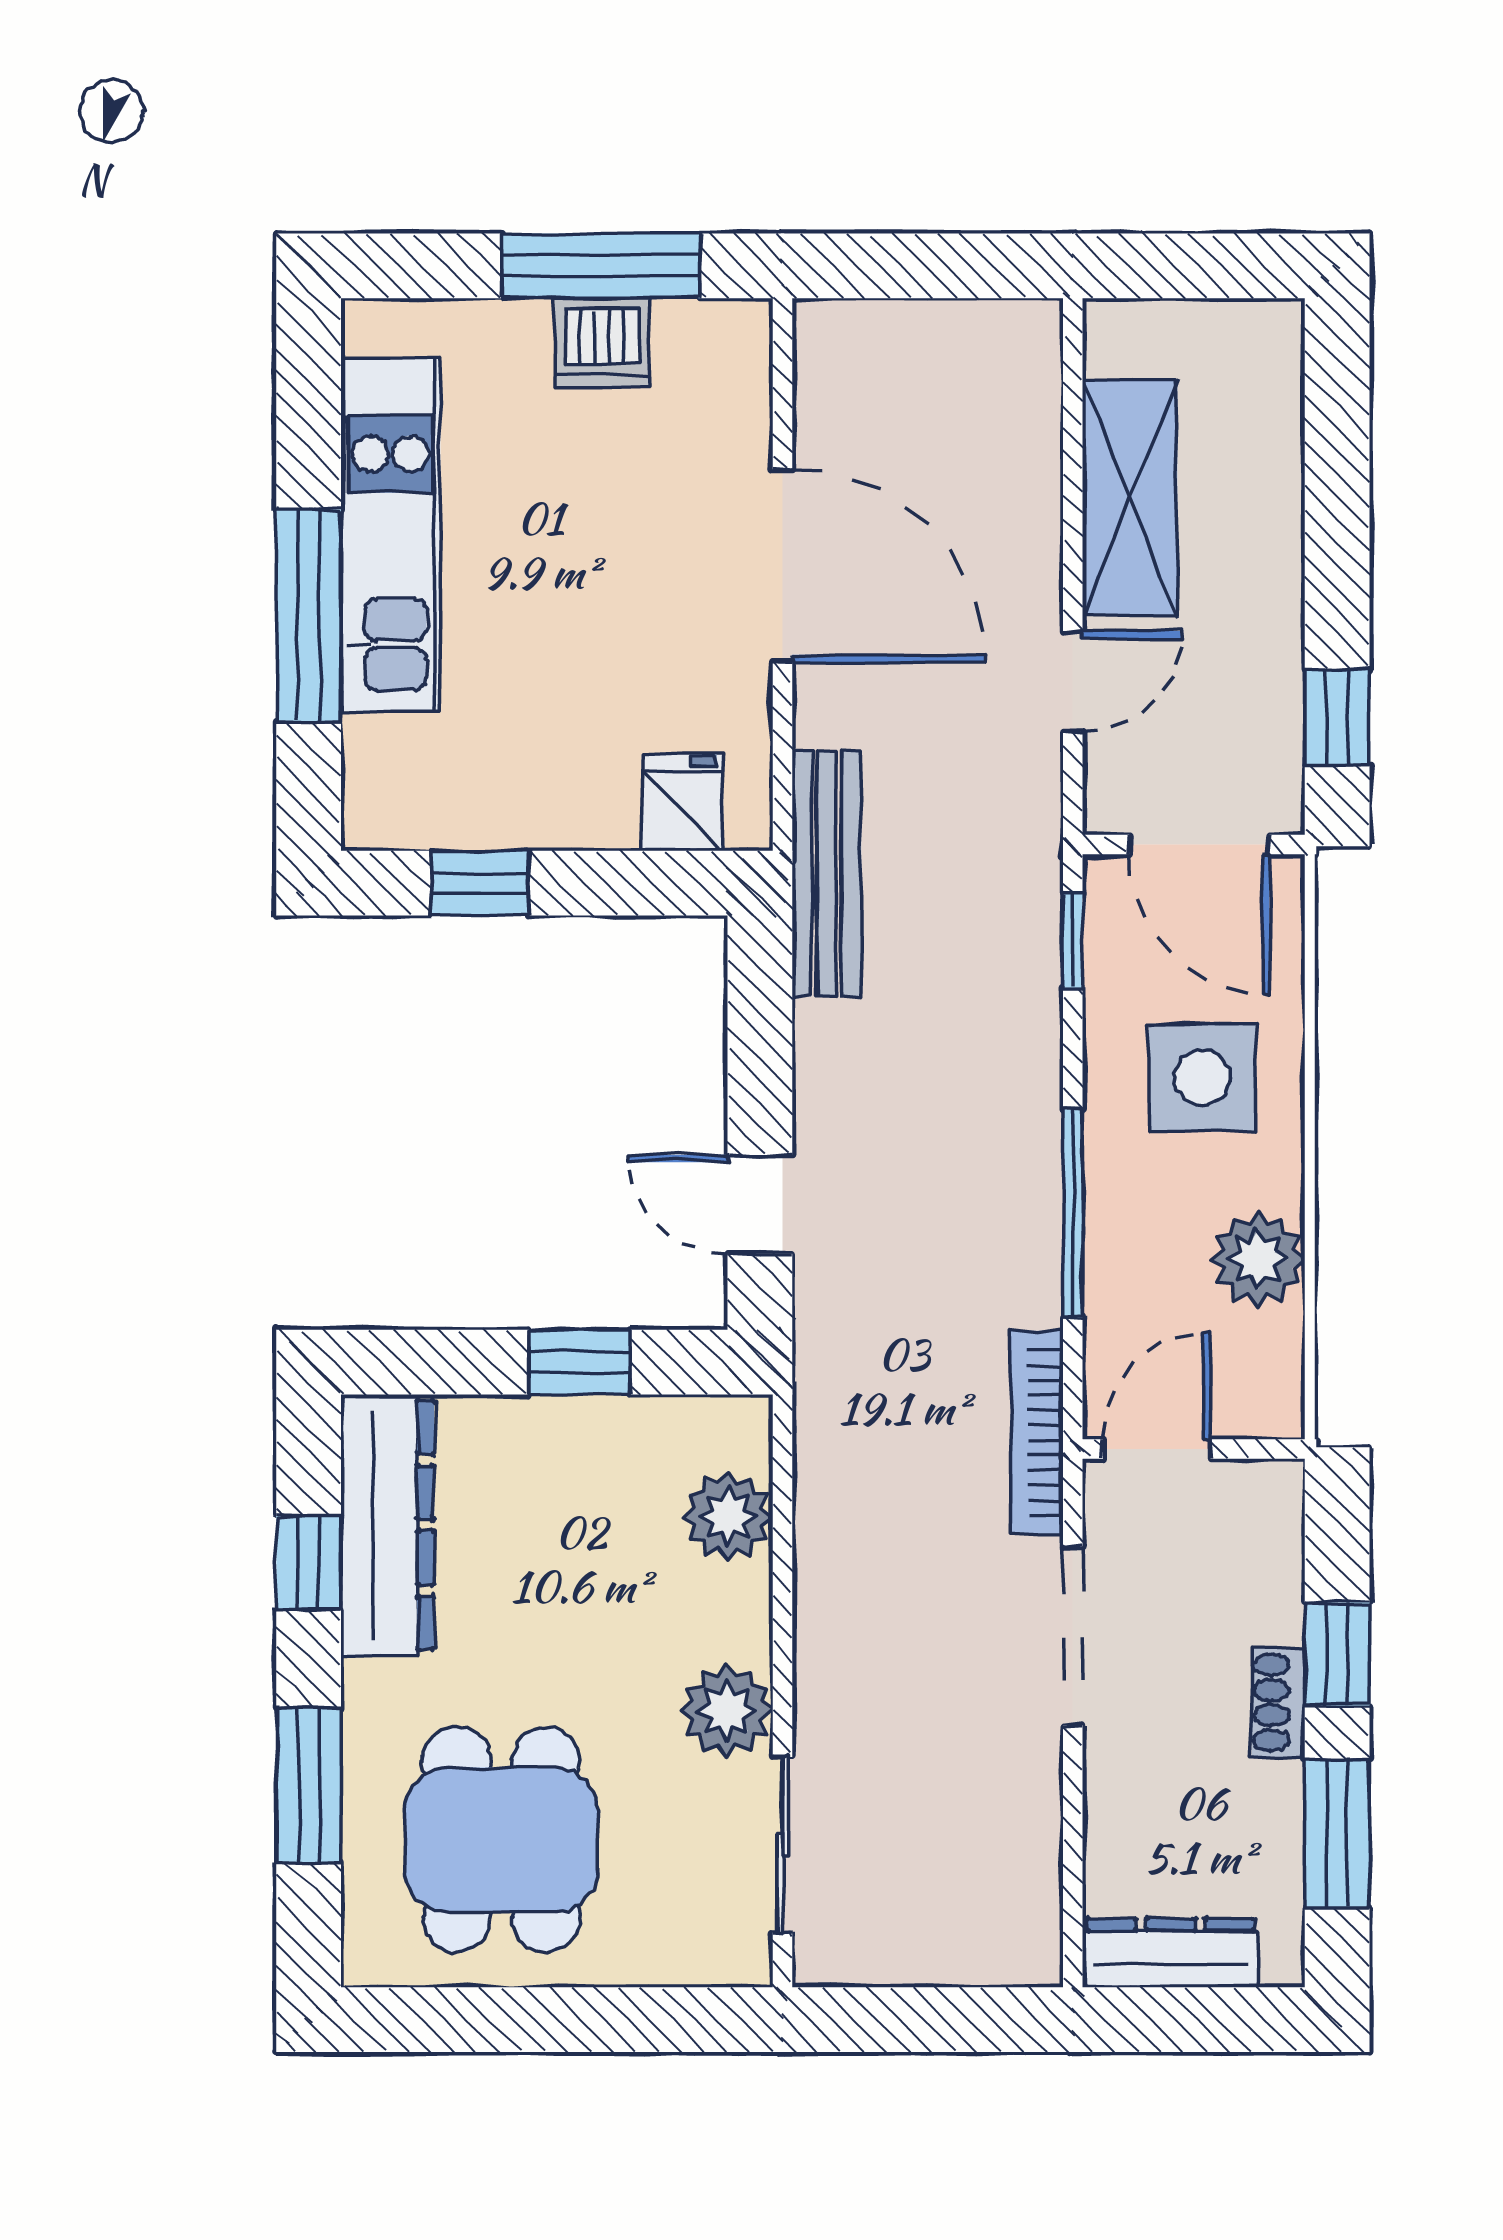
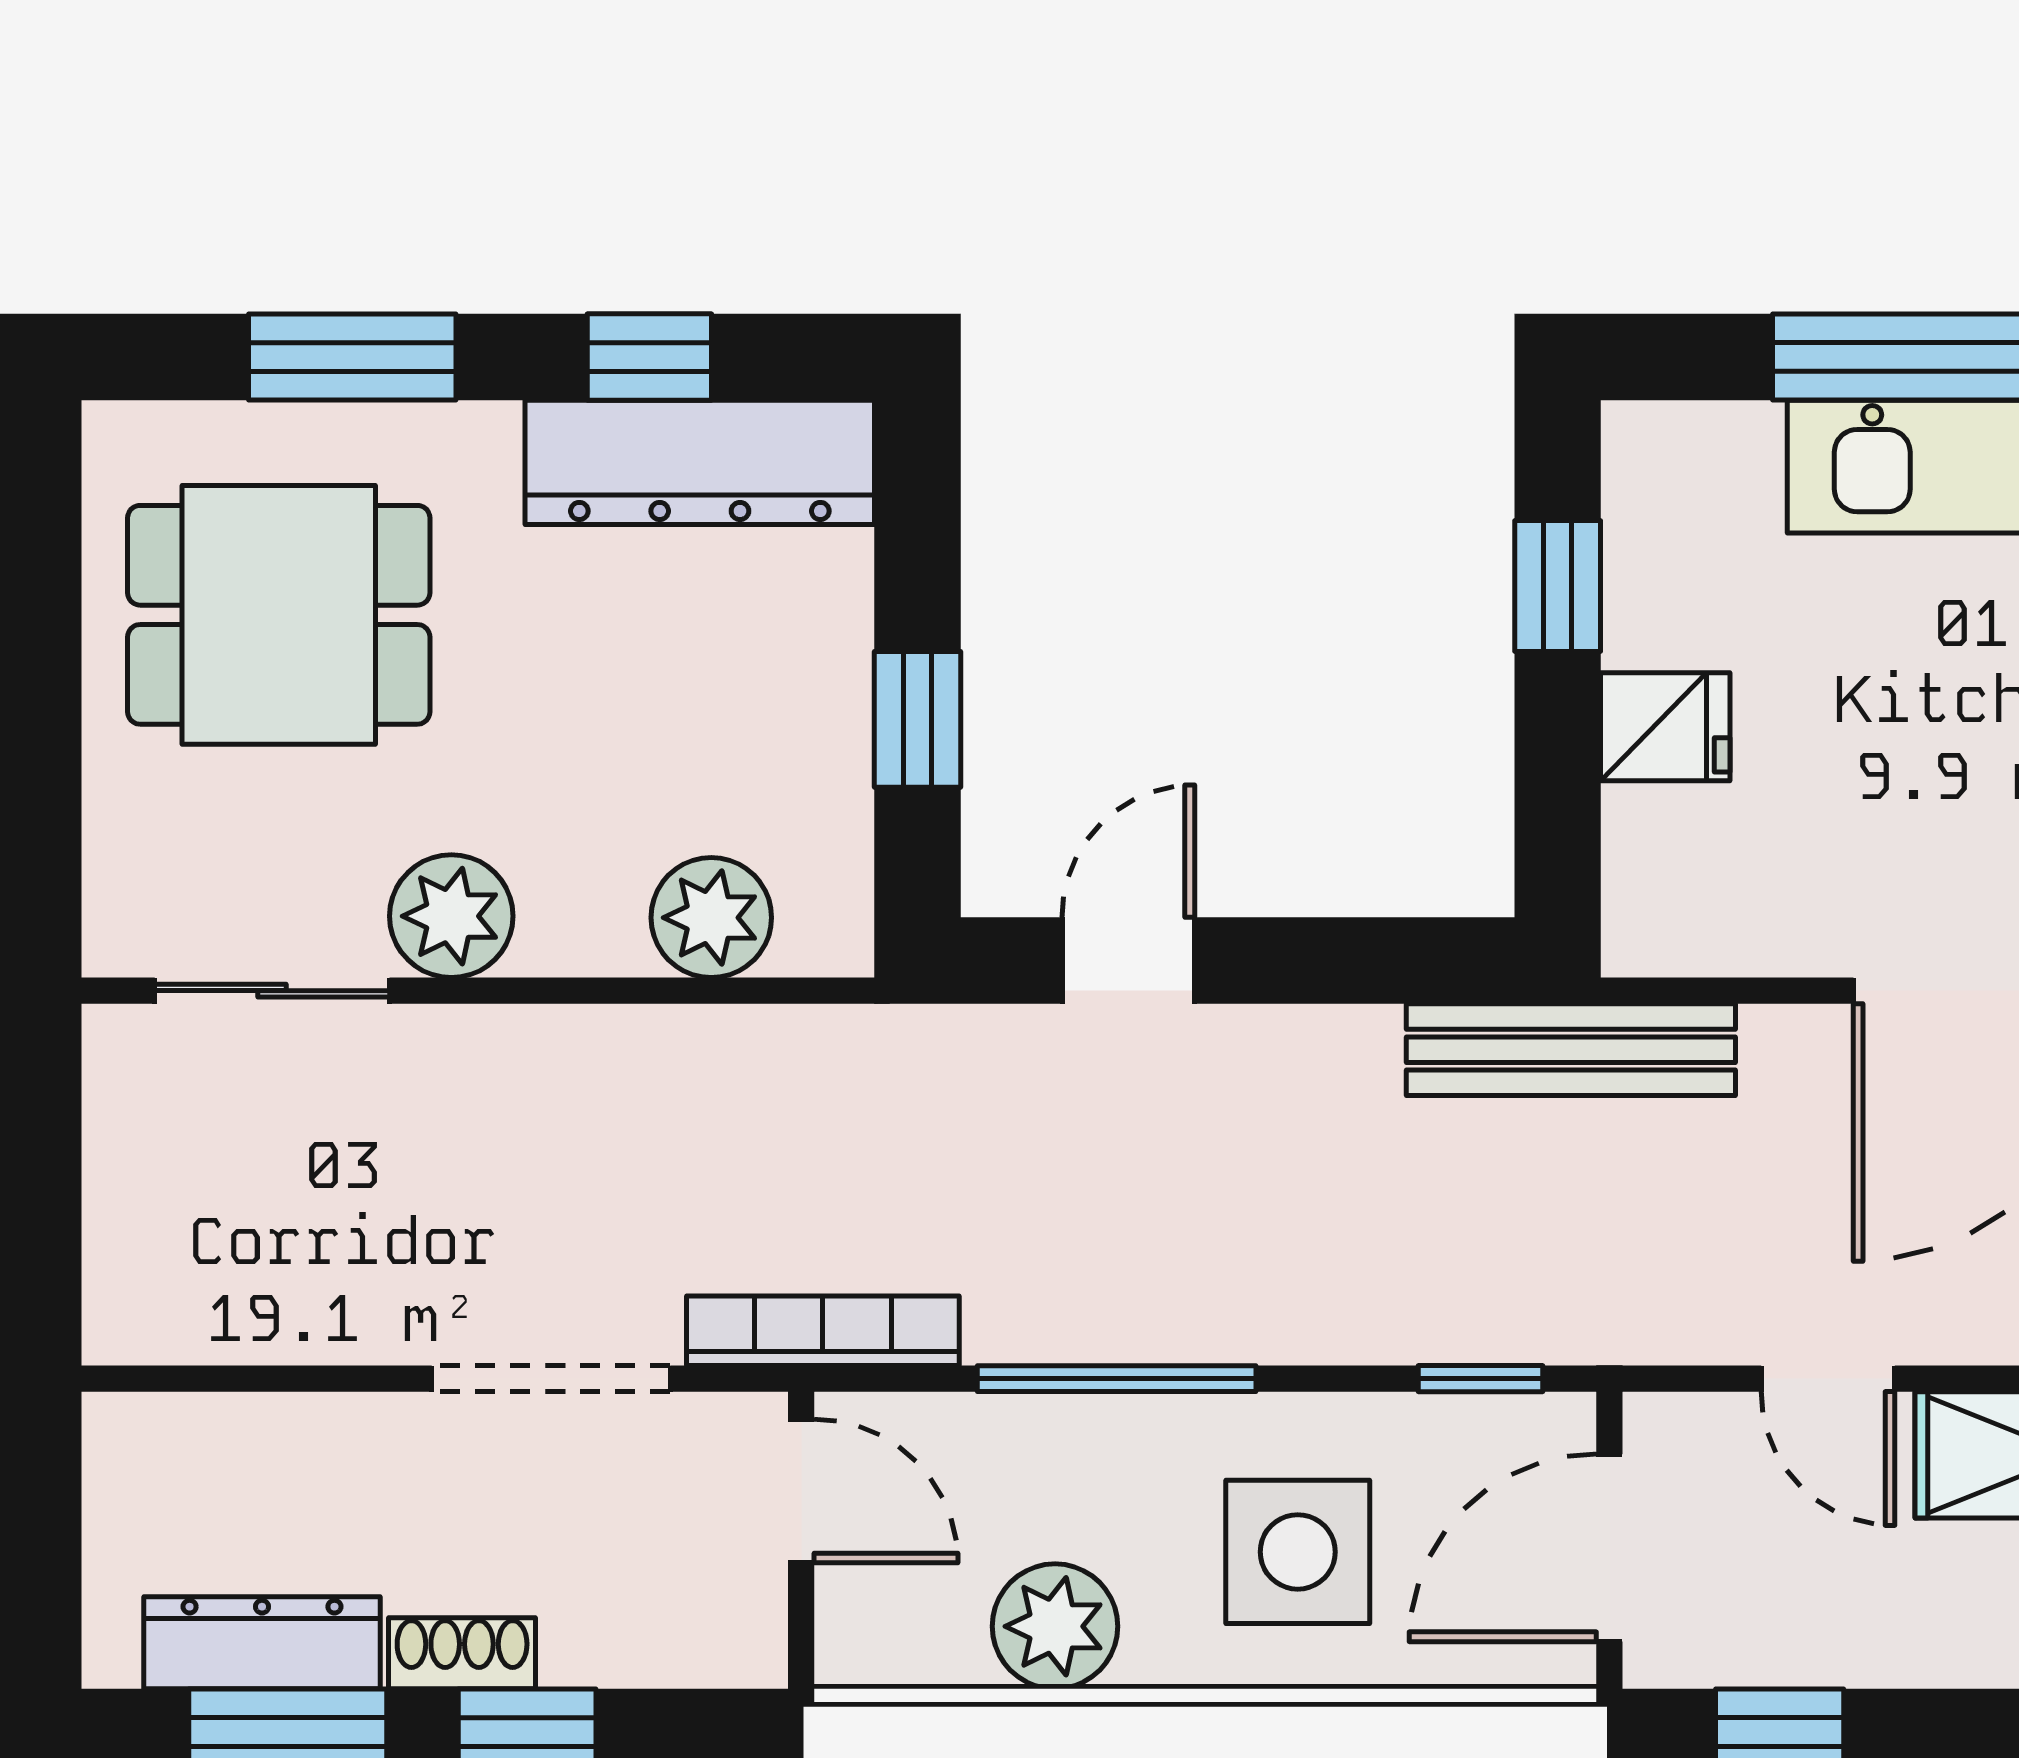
fridge: (683, 803) -> (1665, 727), moved
dresser: (1171, 1953) -> (262, 1643), moved, turned -90

